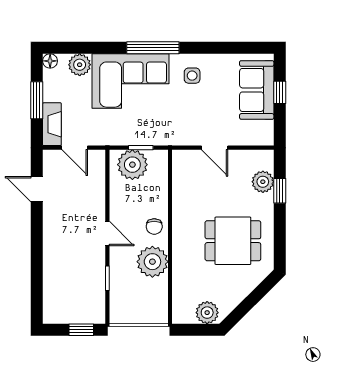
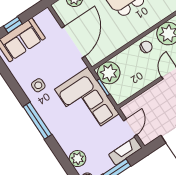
corner sofa: (131, 81) -> (87, 101), moved, turned 180
door: (215, 148) -> (73, 42), width x1.87
plant: (132, 165) -> (109, 73), moved

